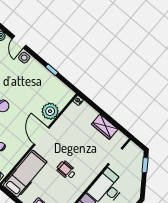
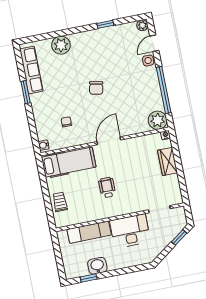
window: (52, 70) -> (164, 90), width x3.17
plant: (50, 111) -> (158, 120), moved
wardrobe: (105, 127) -> (168, 161), moved

